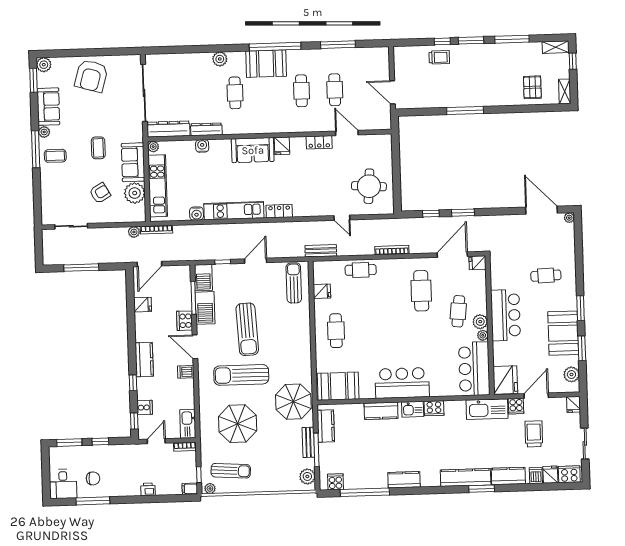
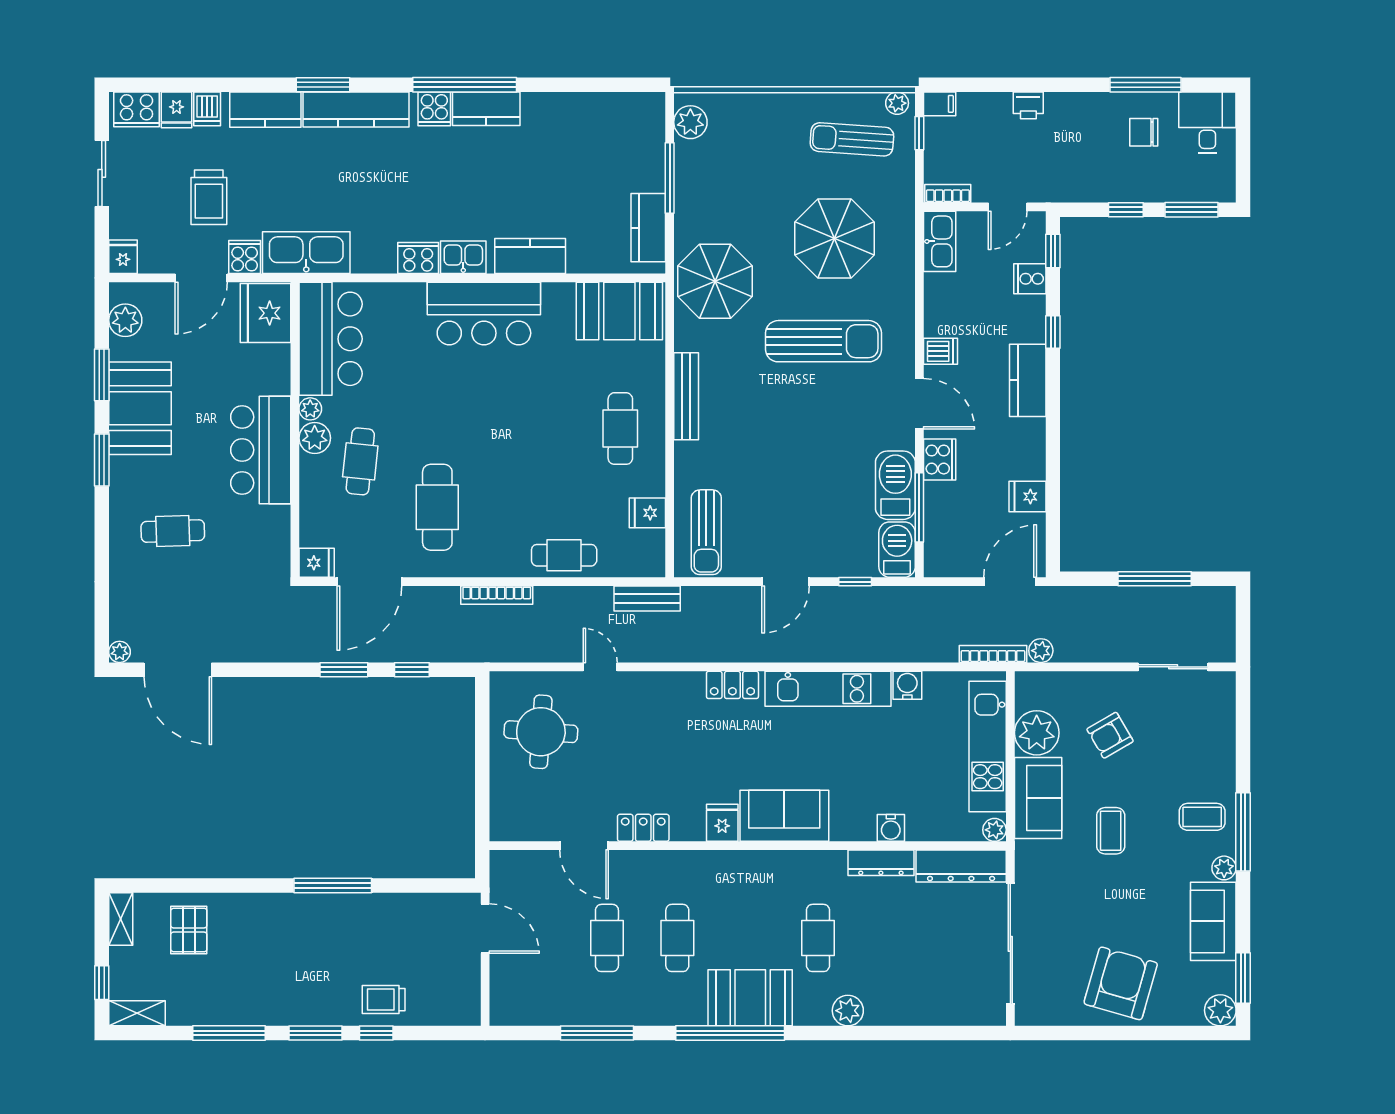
sun lounger: (247, 329) -> (808, 437), removed
bench: (308, 442) -> (686, 396), moved, width x1.36
cooker: (335, 482) -> (434, 109), moved
window: (365, 492) -> (465, 85), moved

